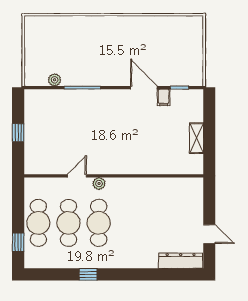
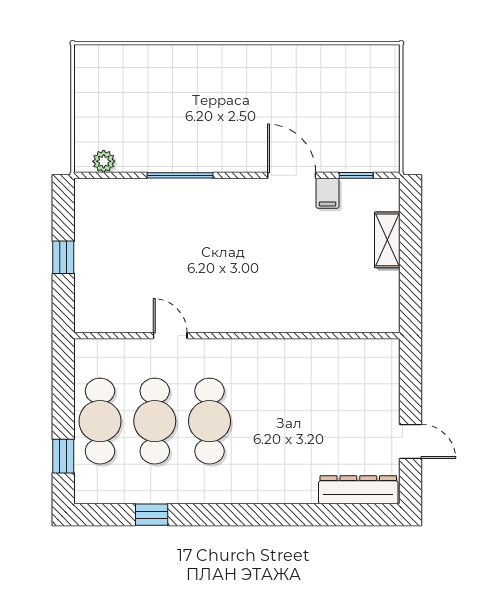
plant: (55, 80) -> (104, 161), moved
shelving: (197, 138) -> (387, 240), moved
door: (77, 176) -> (170, 336), hinge flipped
plant: (99, 184) -> (210, 350), removed
window: (88, 274) -> (152, 515), moved

